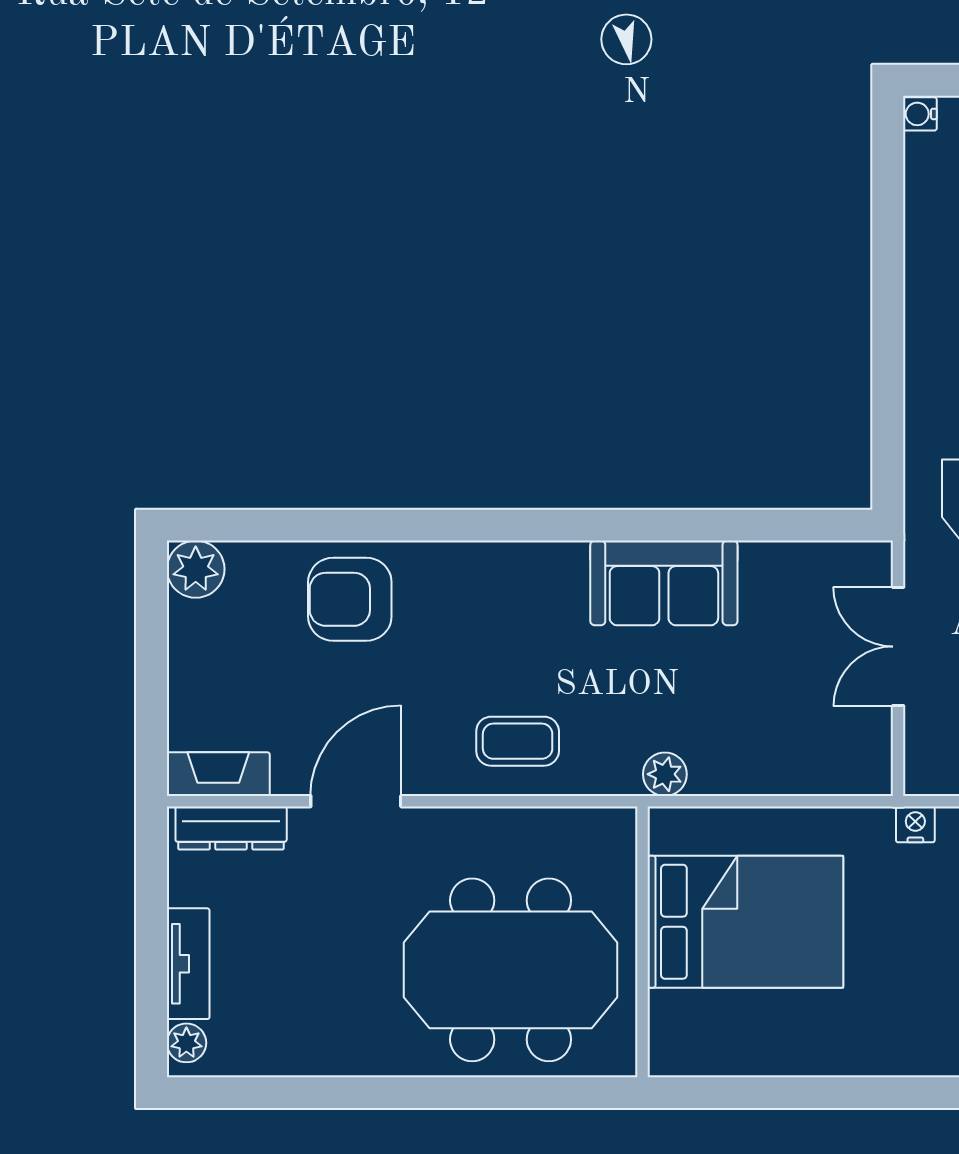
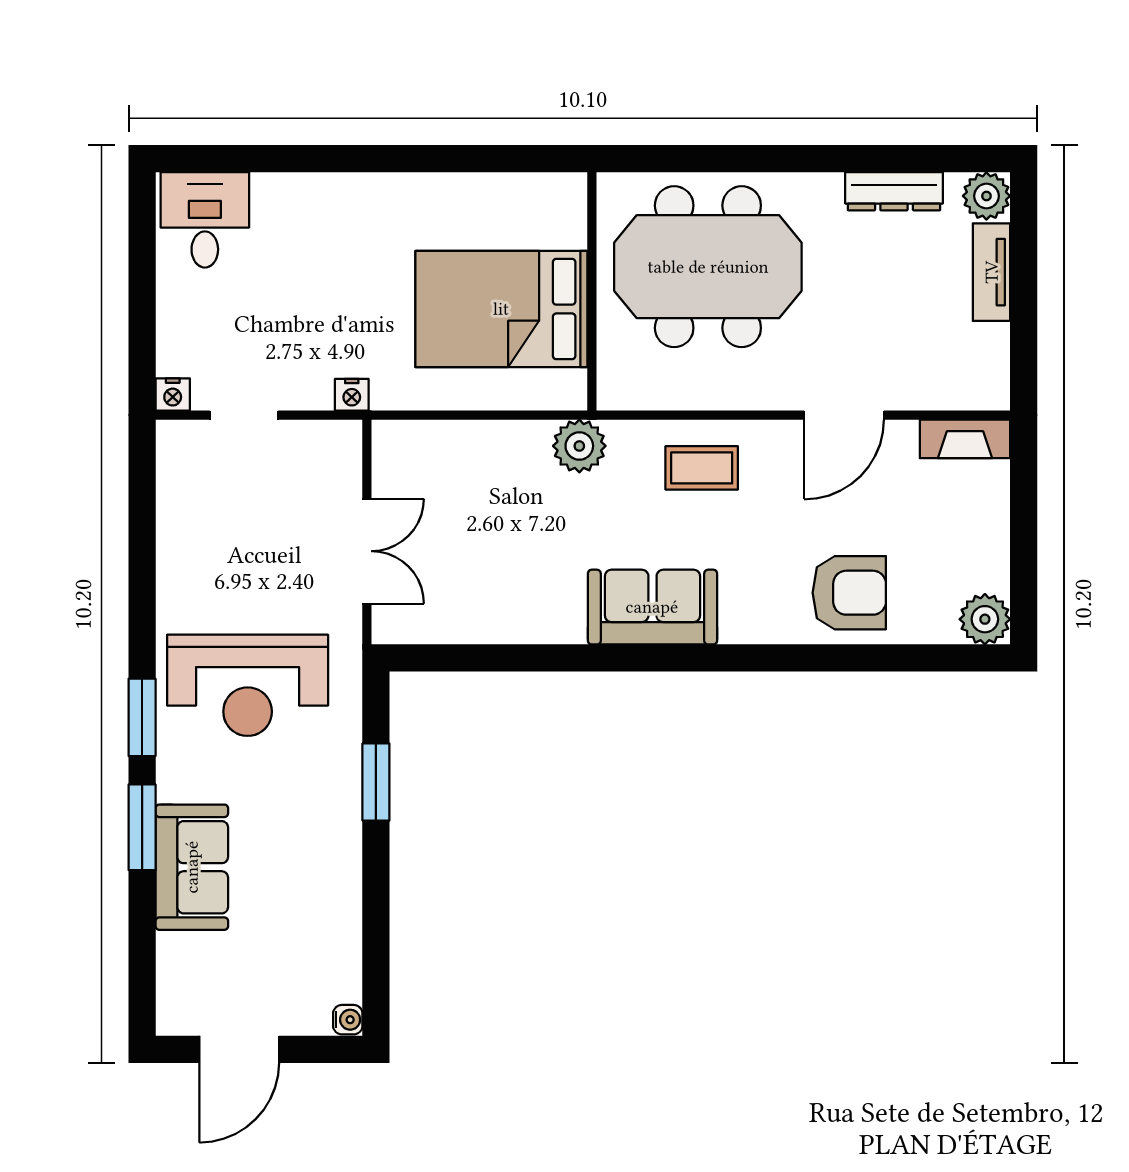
window: (888, 384) -> (376, 782), added
sofa: (664, 583) -> (652, 607), moved
plant: (665, 774) -> (579, 446), width x1.38, depth x1.38
dresser: (231, 828) -> (894, 191), moved, turned 180
plant: (186, 1043) -> (986, 196), width x1.38, depth x1.38

